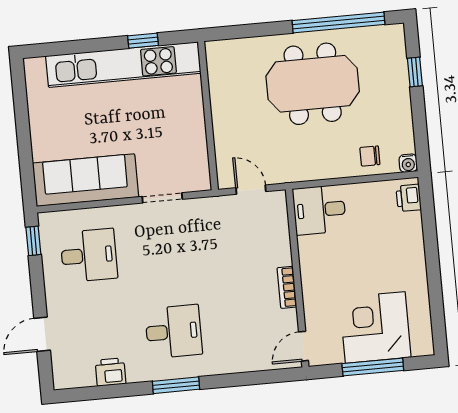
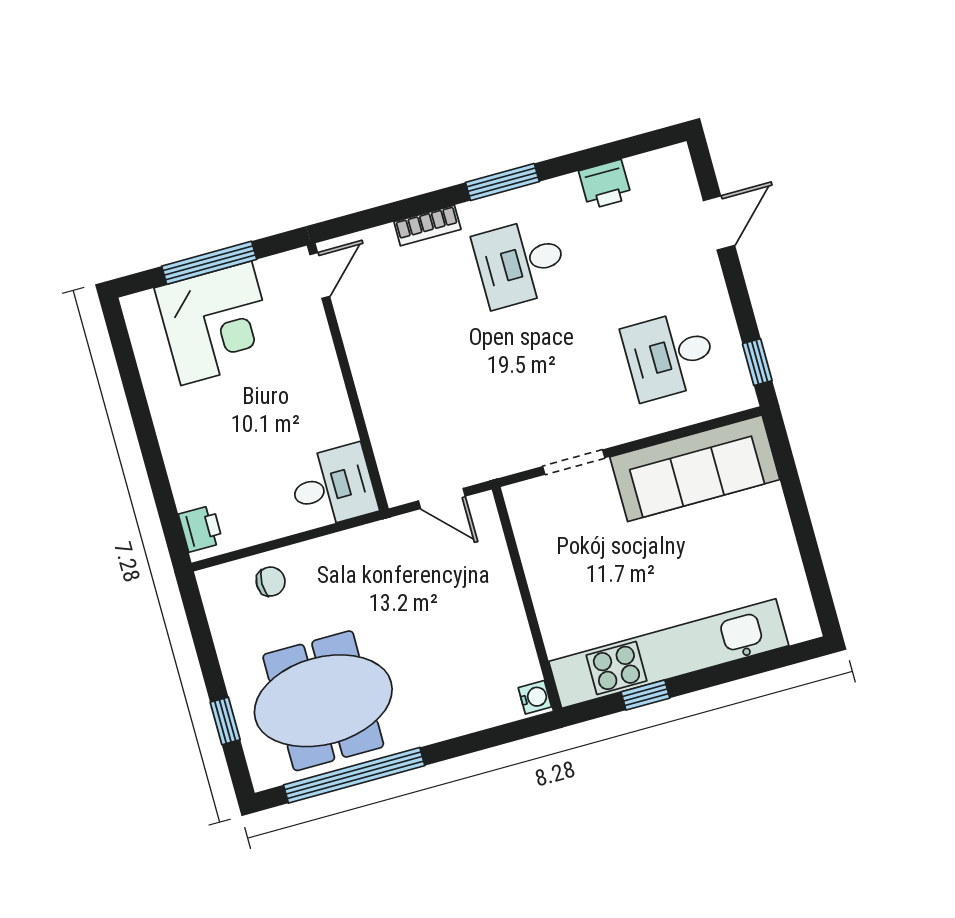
meeting table: (313, 84) -> (323, 701), moved
water cooler: (408, 163) -> (535, 697), moved, turned 90
bookcase: (287, 287) -> (427, 226), moved, turned 90

